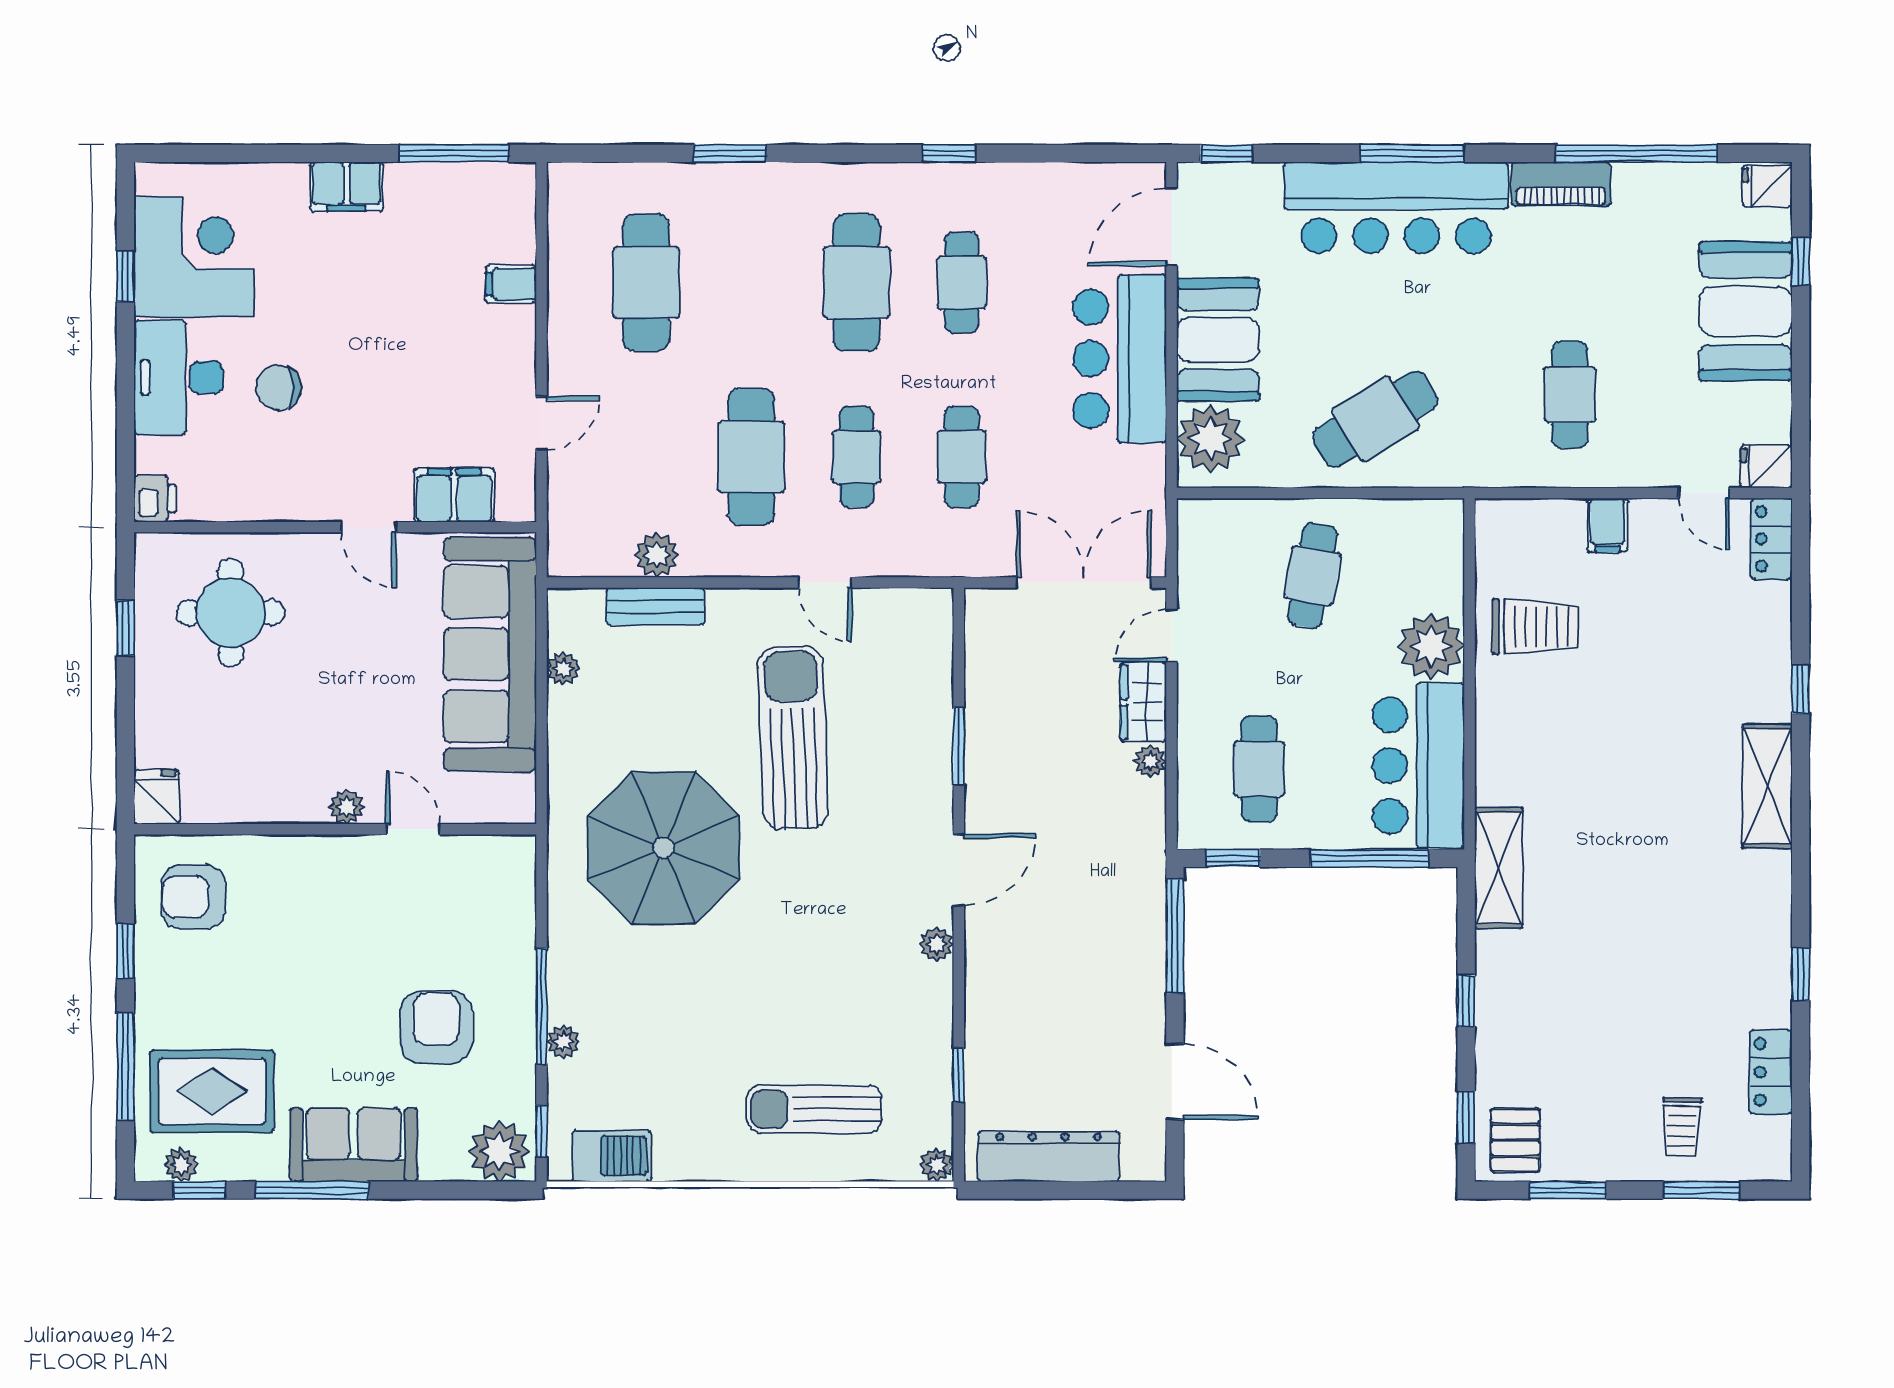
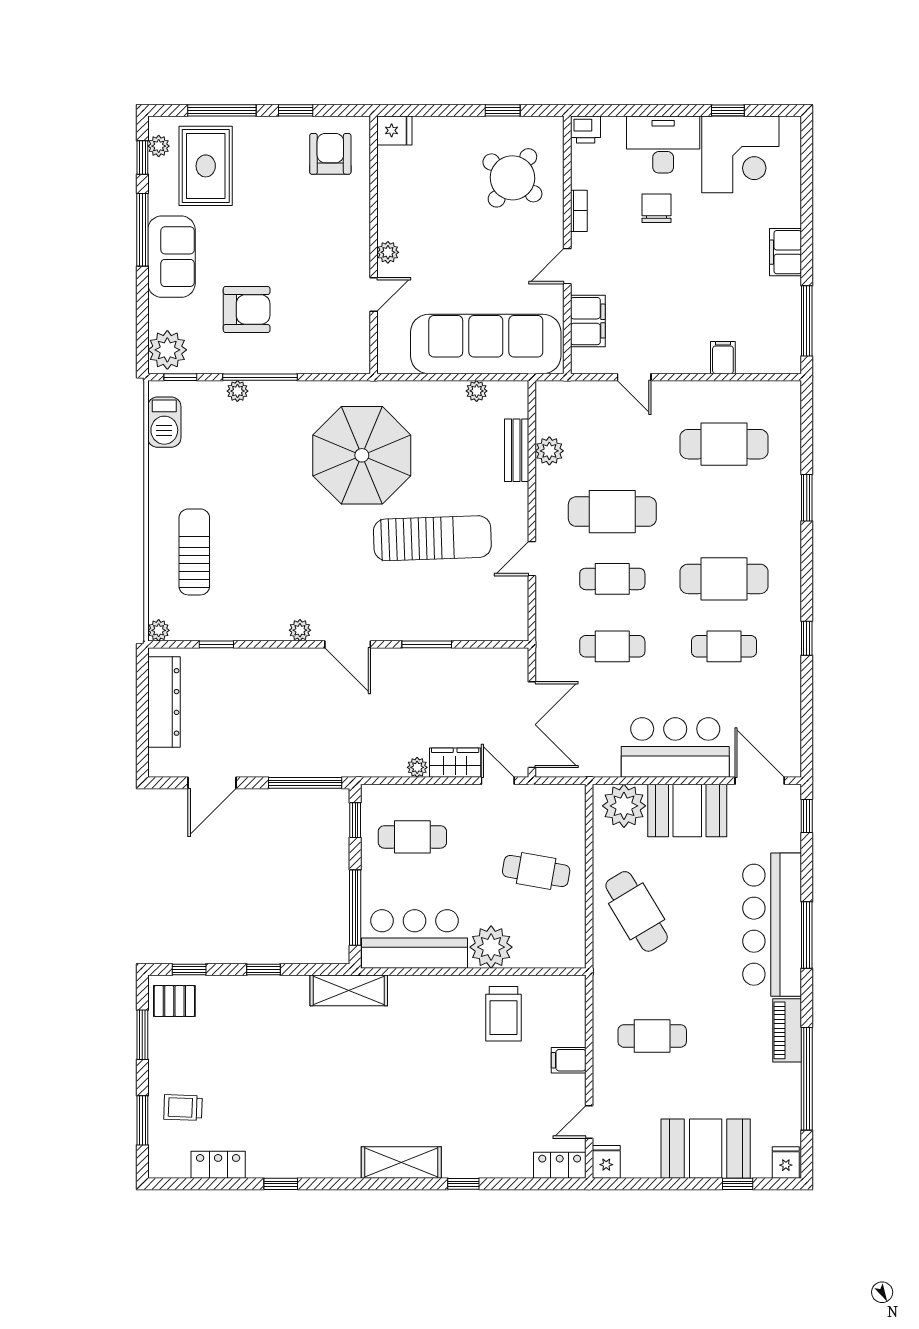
bookcase: (282, 509) -> (579, 211), added
round table: (231, 613) -> (512, 178), turned 37

